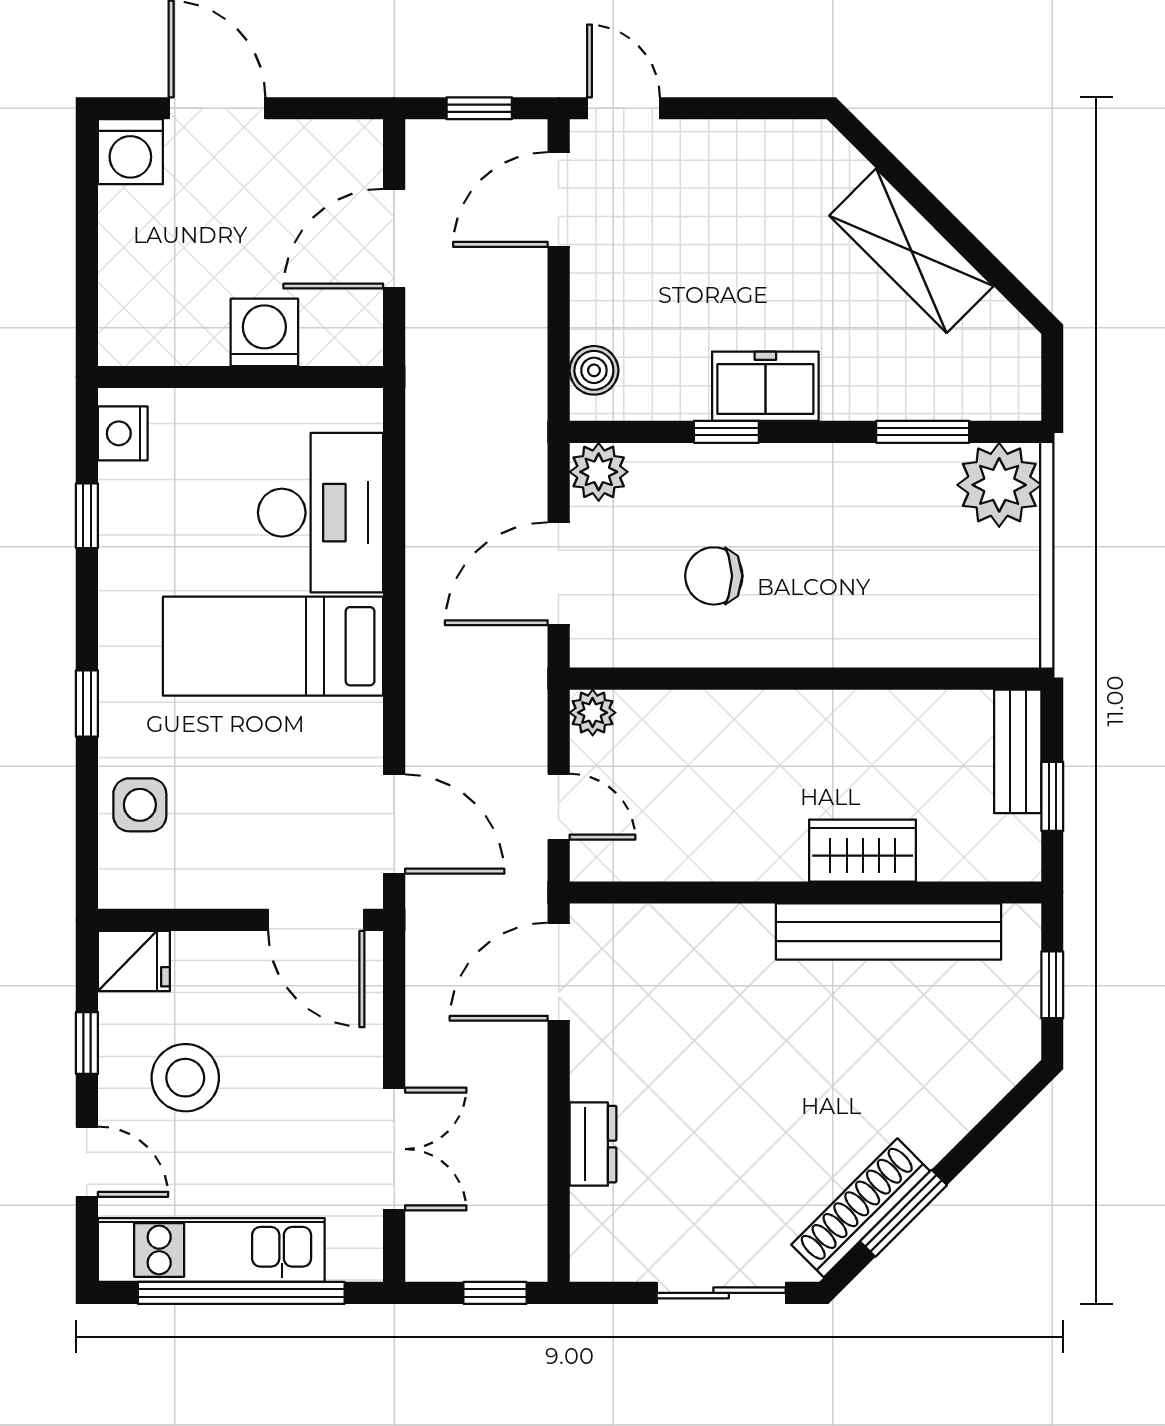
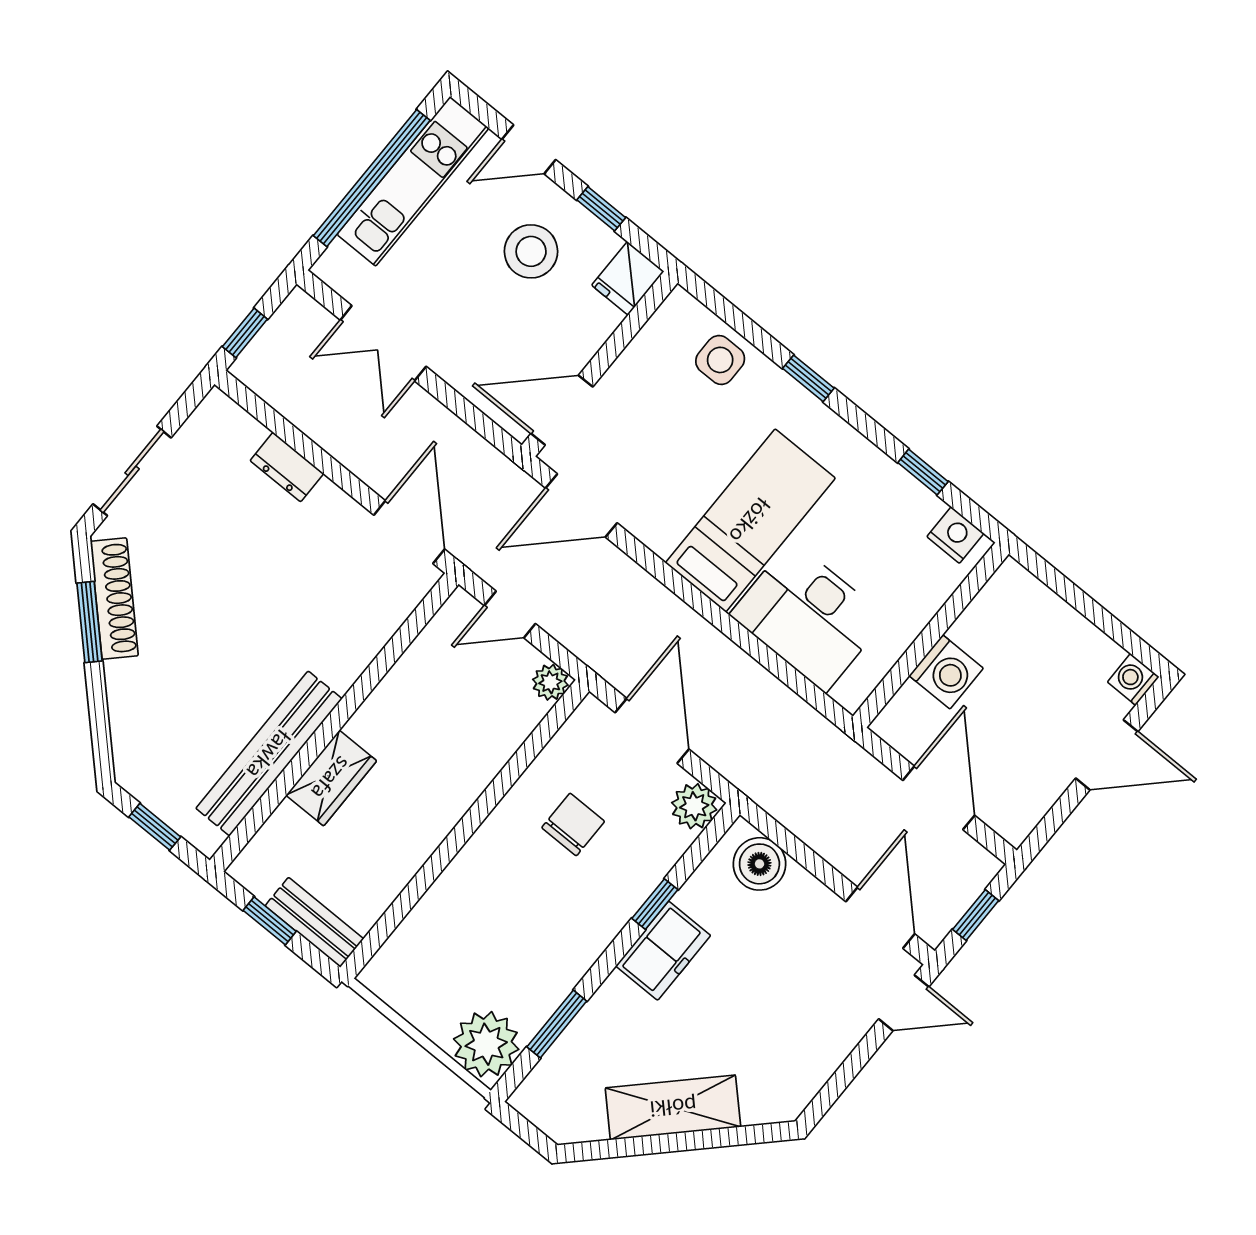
washing machine: (130, 152) -> (1133, 679), width x0.73, depth x0.73
boiler: (594, 370) -> (759, 864), width x1.36, depth x1.36

